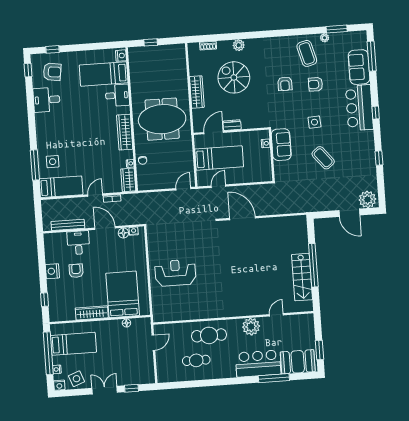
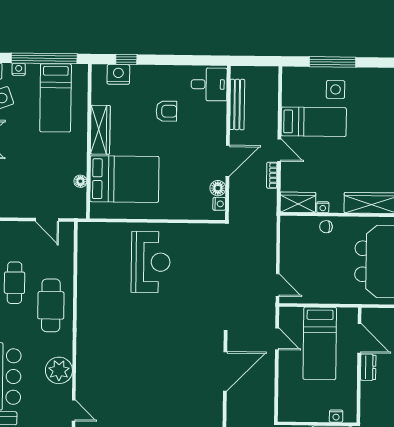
bed: (61, 187) -> (314, 122), moved, turned -90
desk: (78, 243) -> (209, 84), moved
nightstand: (52, 271) -> (118, 74), moved

